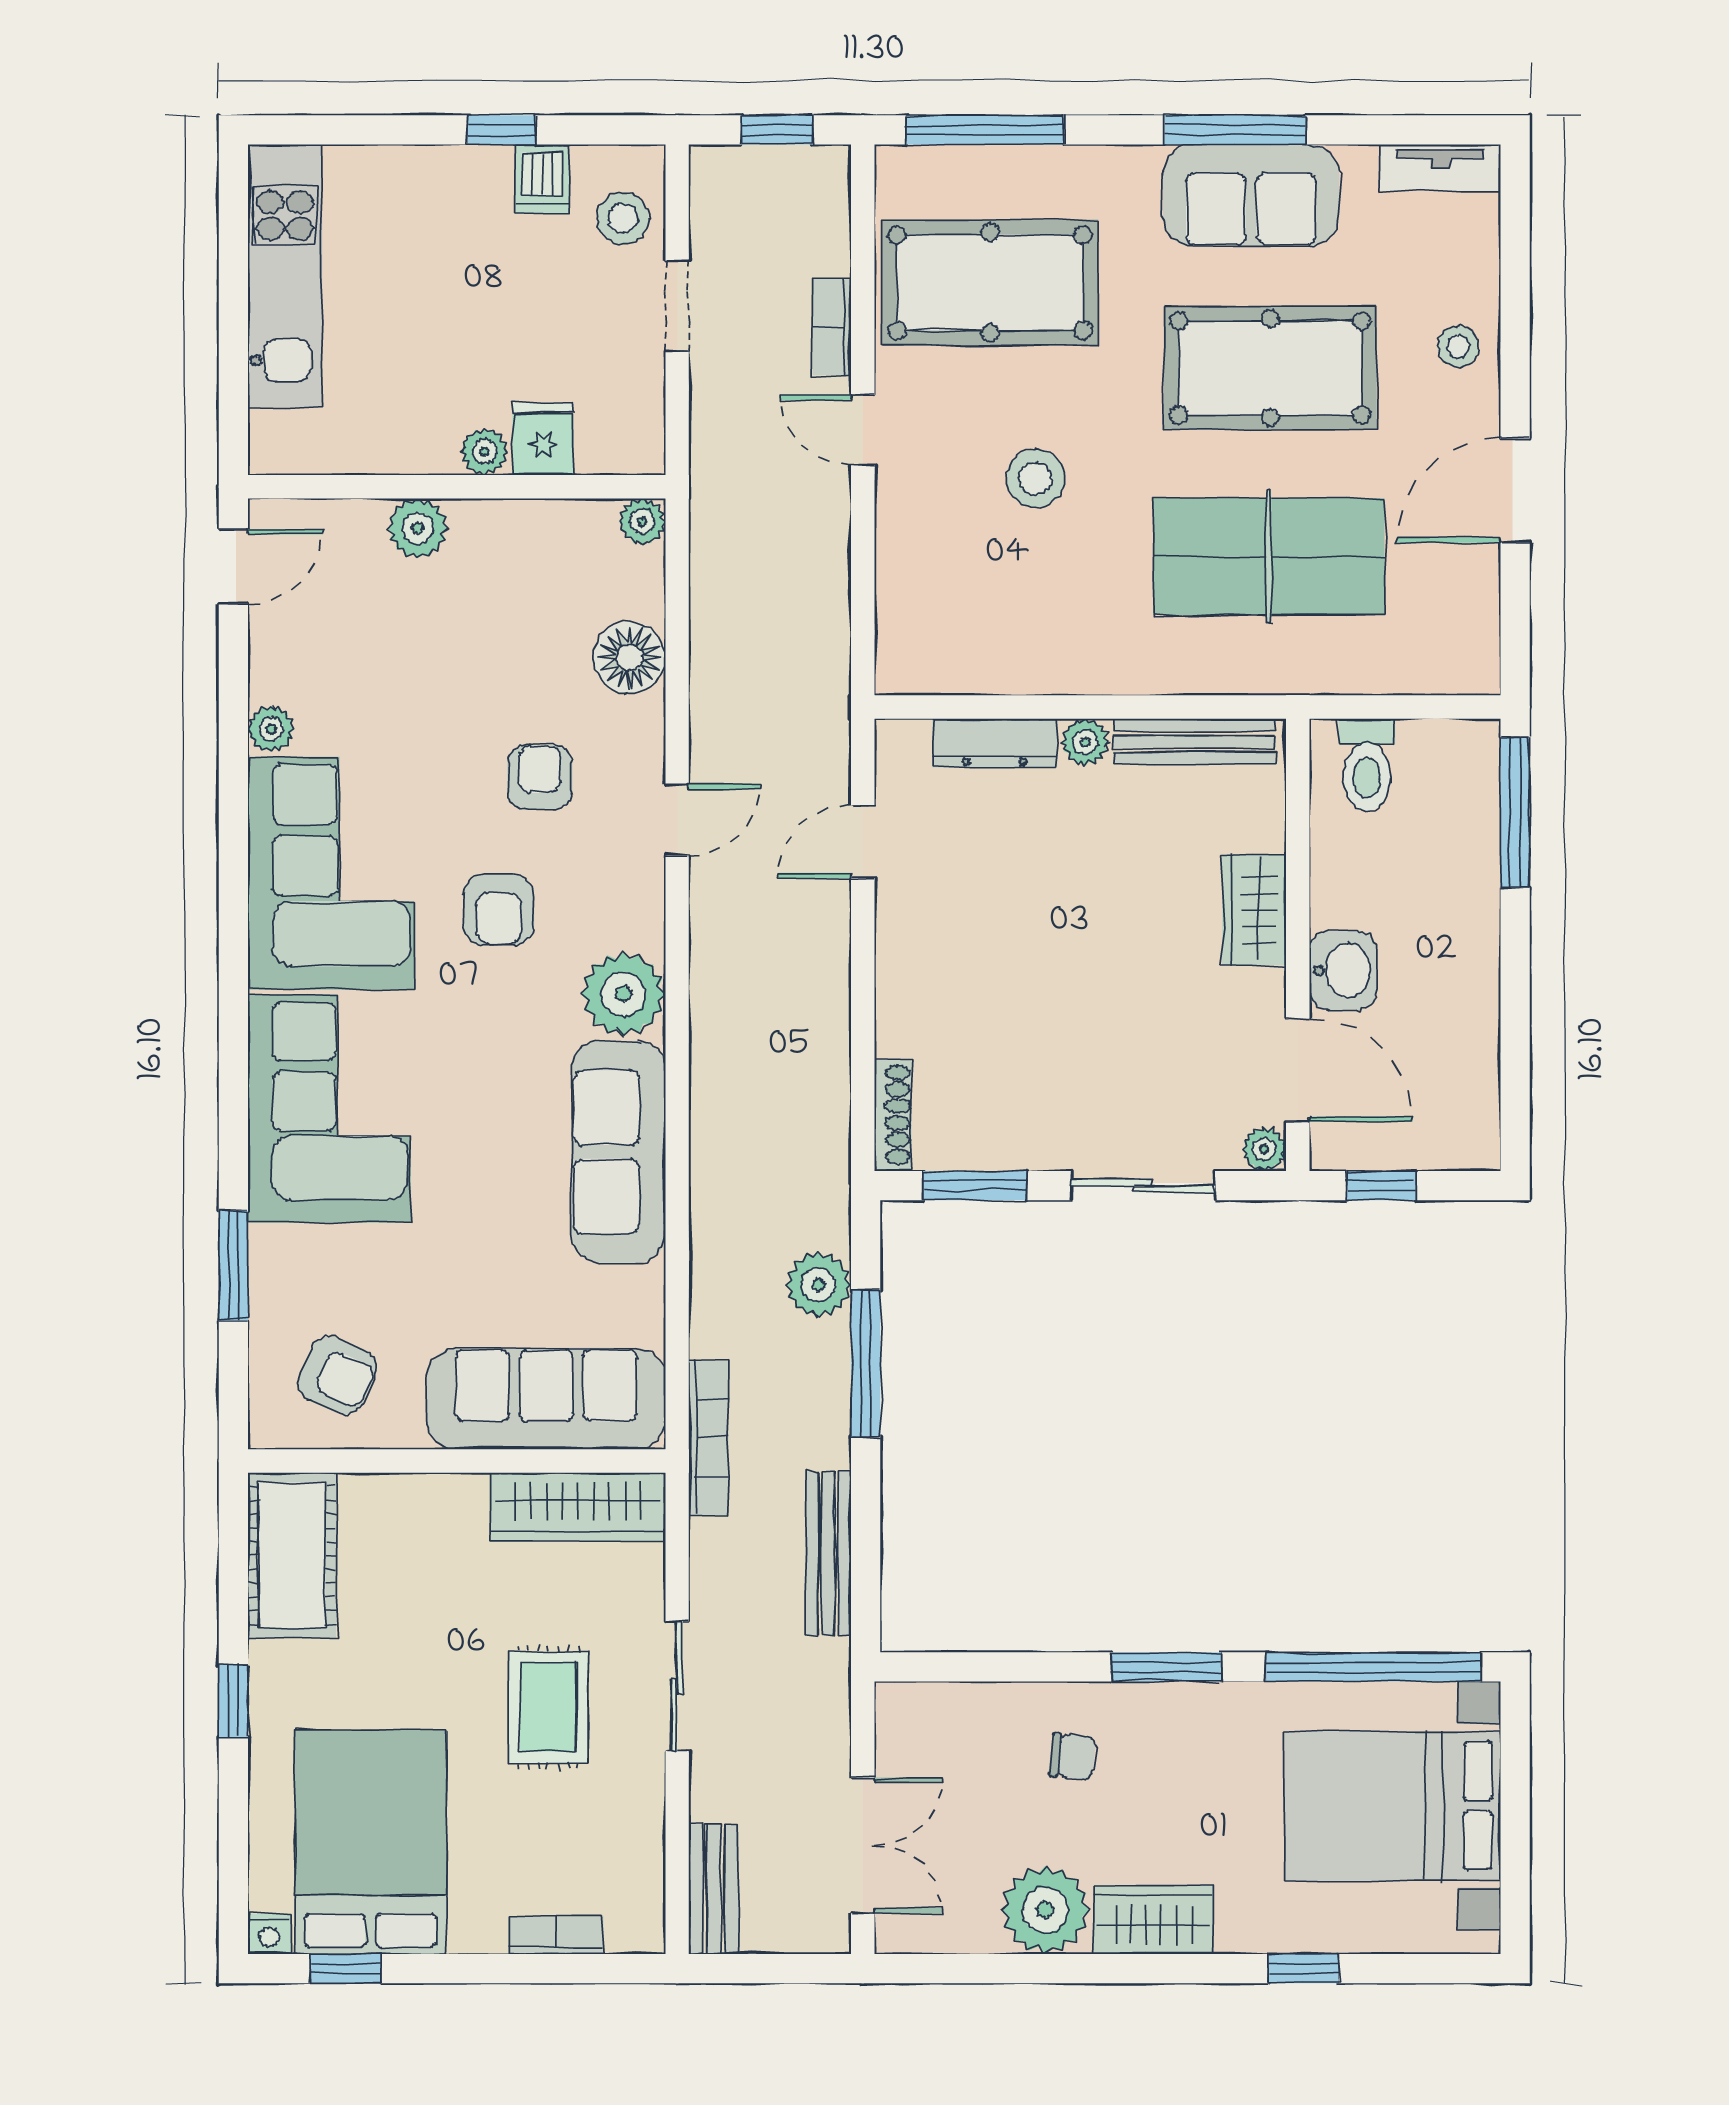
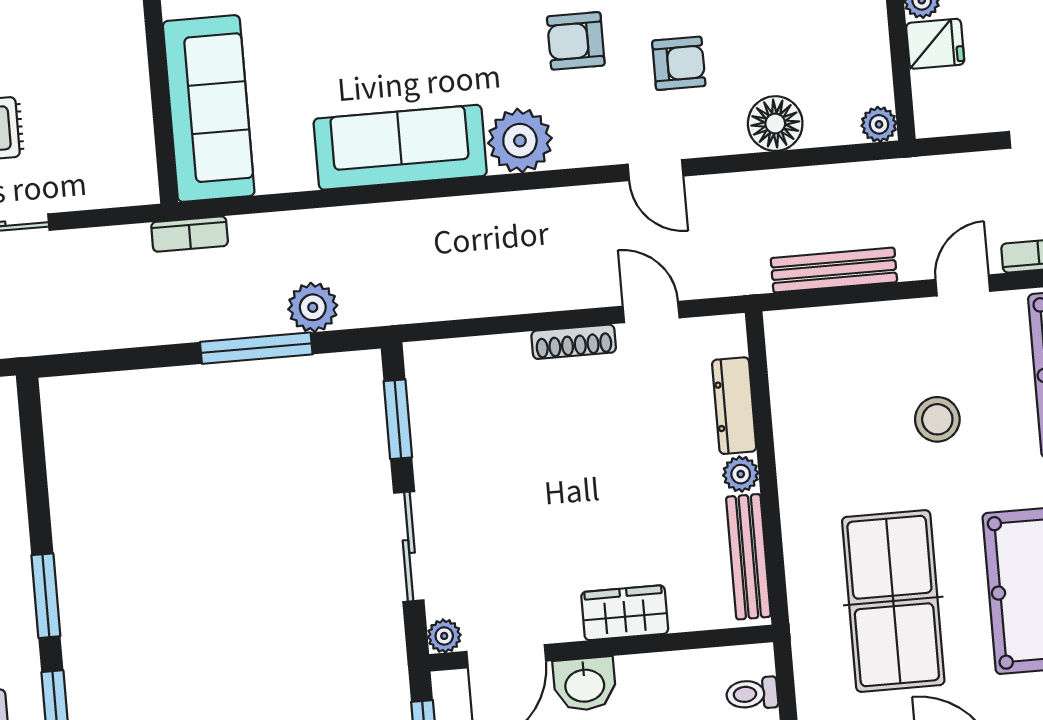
toilet: (1367, 765) -> (752, 694), width x0.73, depth x0.72
shoe rack: (893, 1115) -> (574, 342), moved
bookcase: (708, 1438) -> (190, 234), width x0.64
wardrobe: (578, 1507) -> (129, 139), removed
bench: (828, 1553) -> (834, 270), moved

